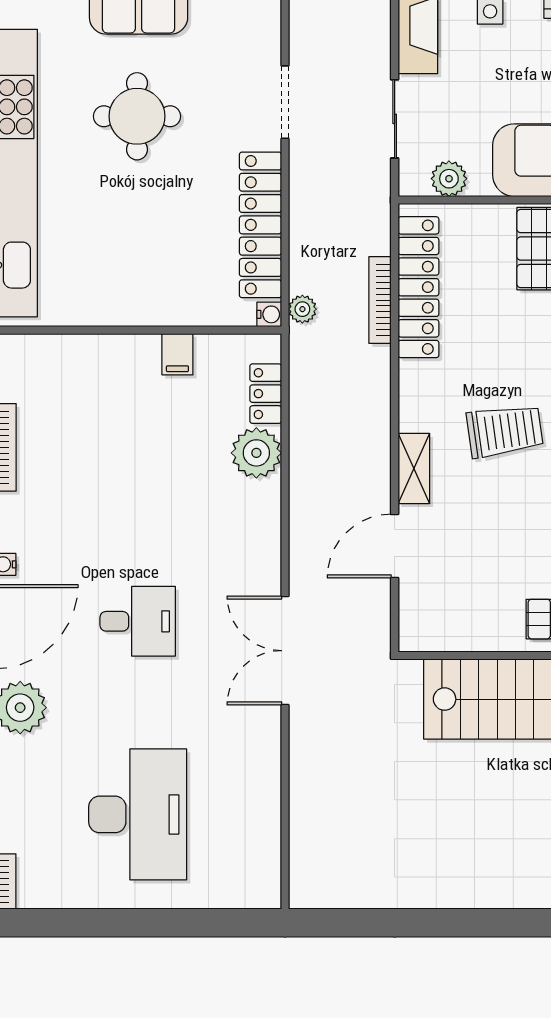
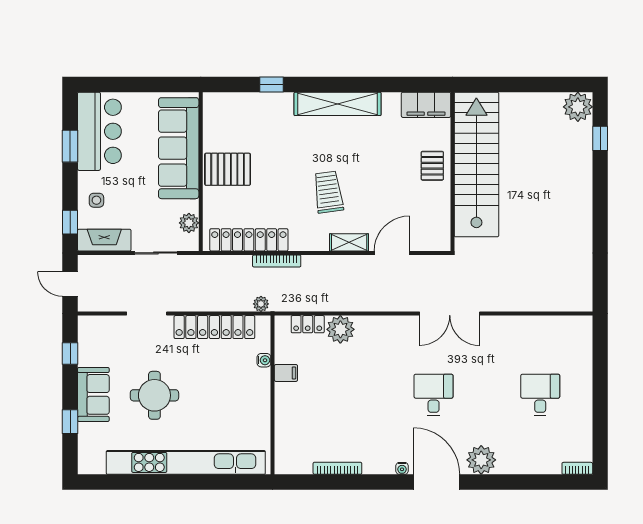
bookcase: (380, 300) -> (277, 261), moved
water cooler: (269, 314) -> (264, 360), moved, turned 90
door: (395, 546) -> (392, 253), swing flipped
desk: (138, 814) -> (540, 395), width x0.53, depth x0.77

